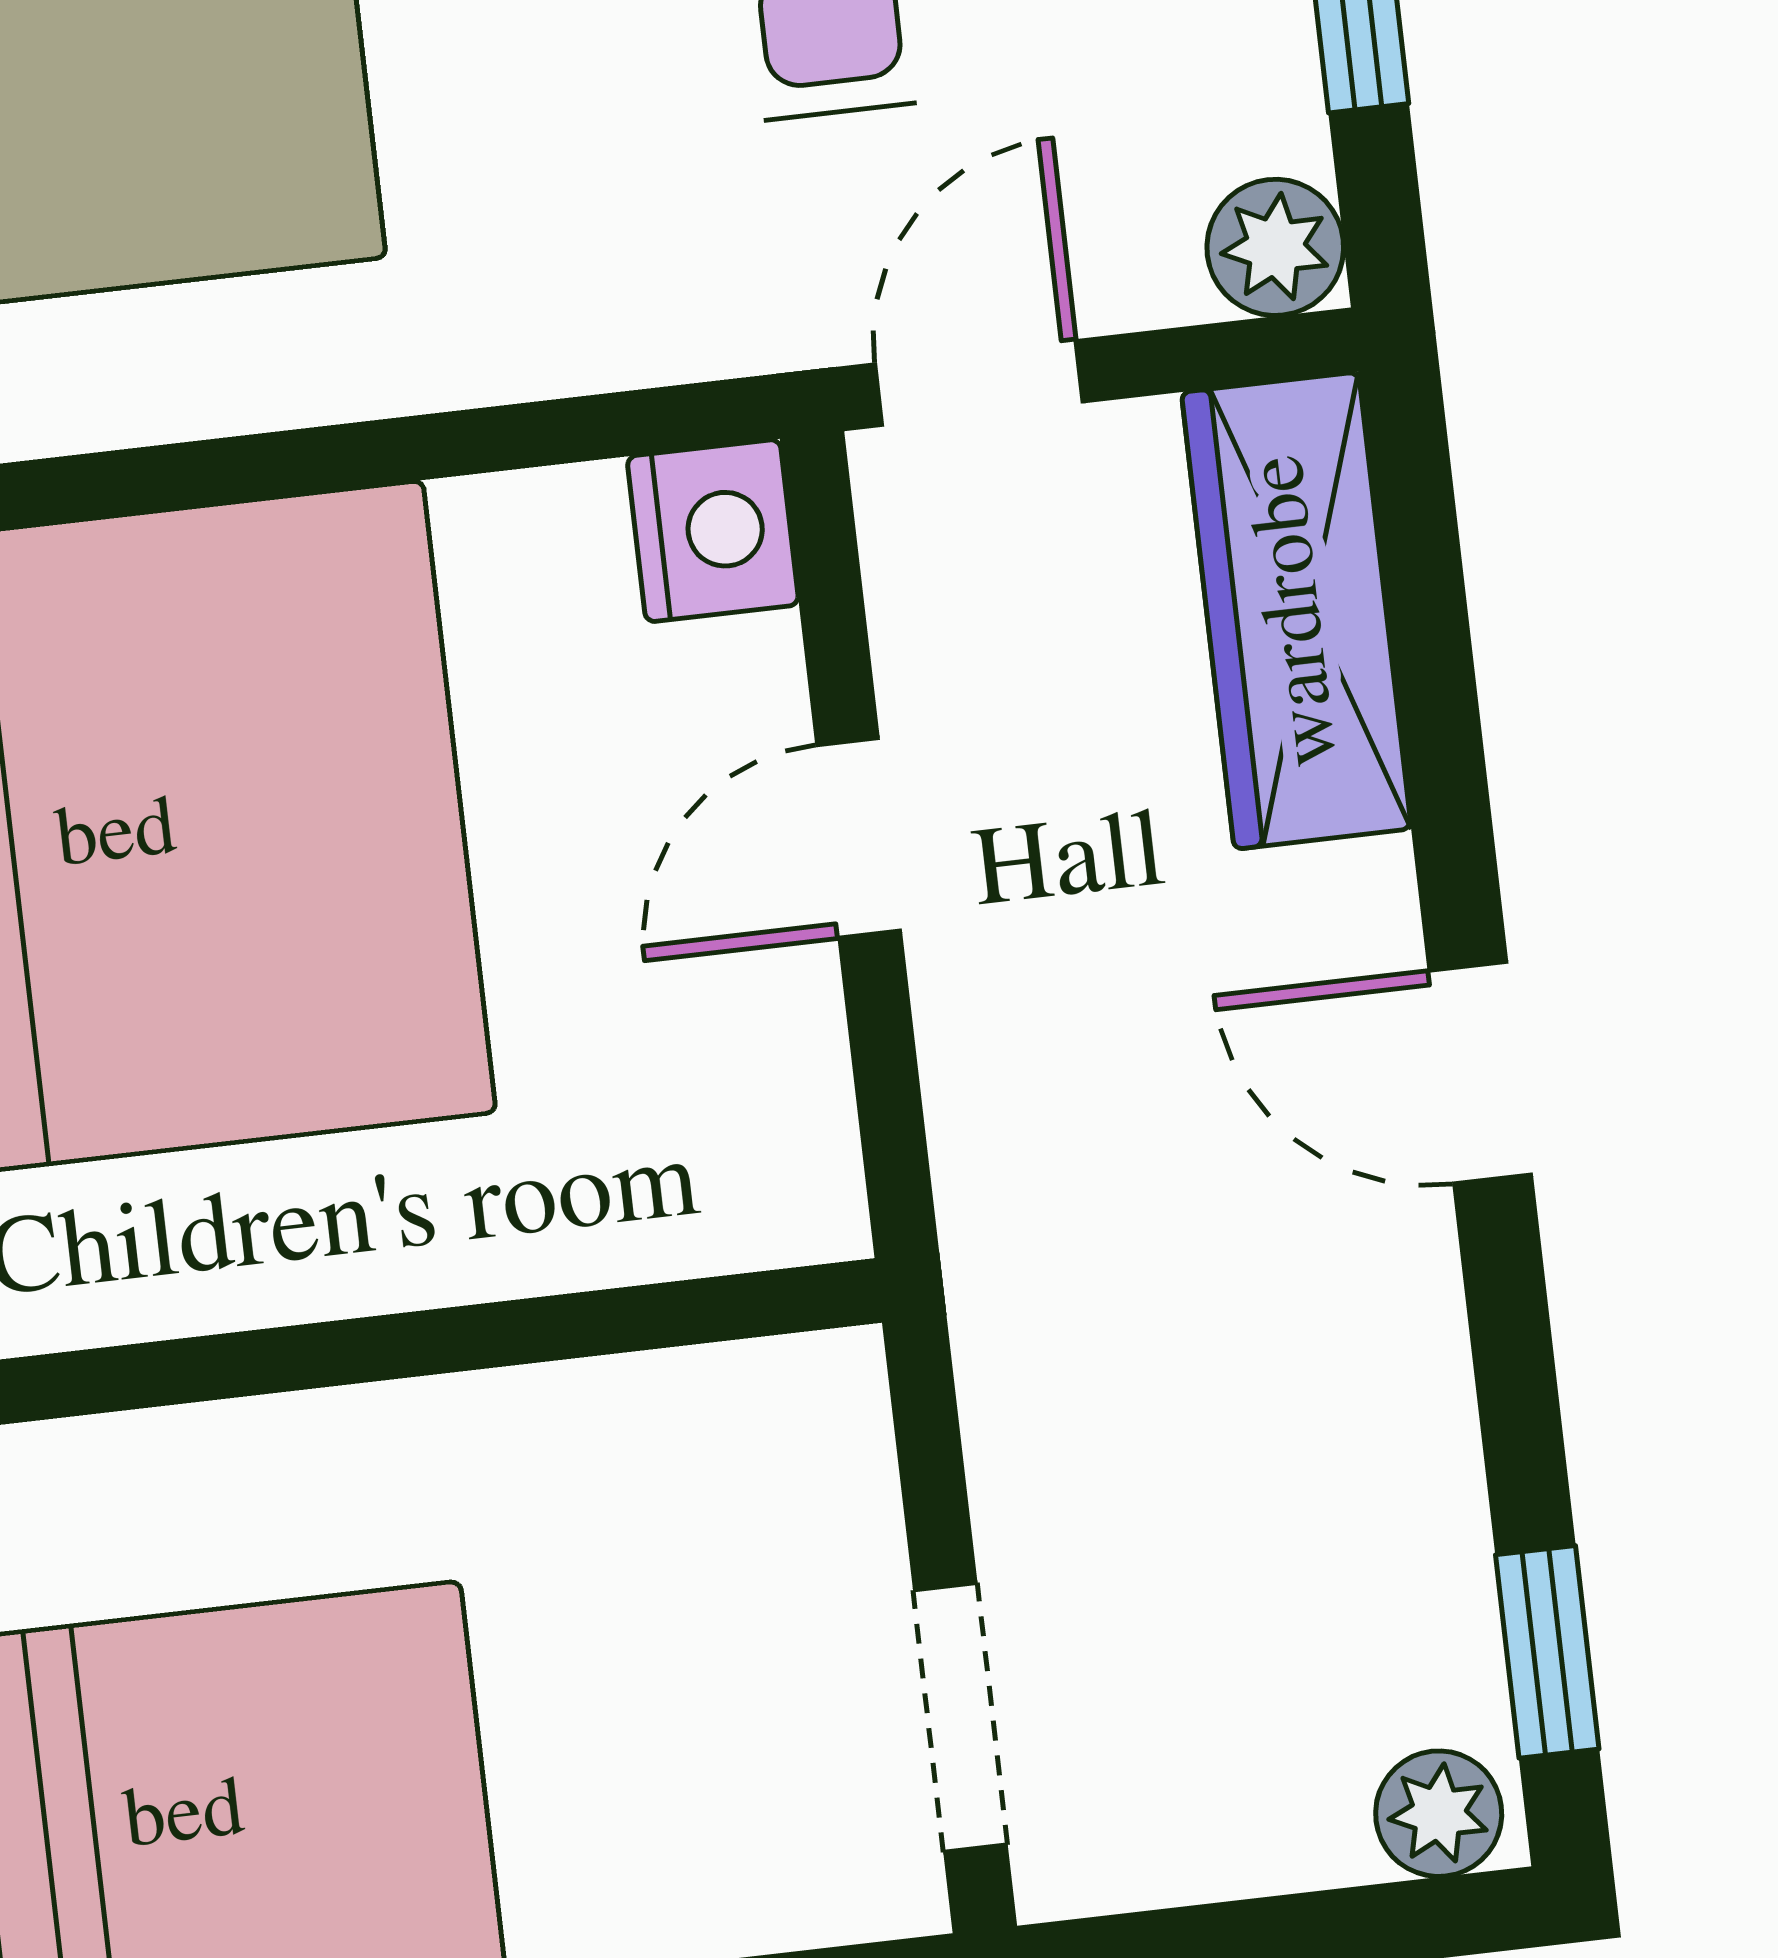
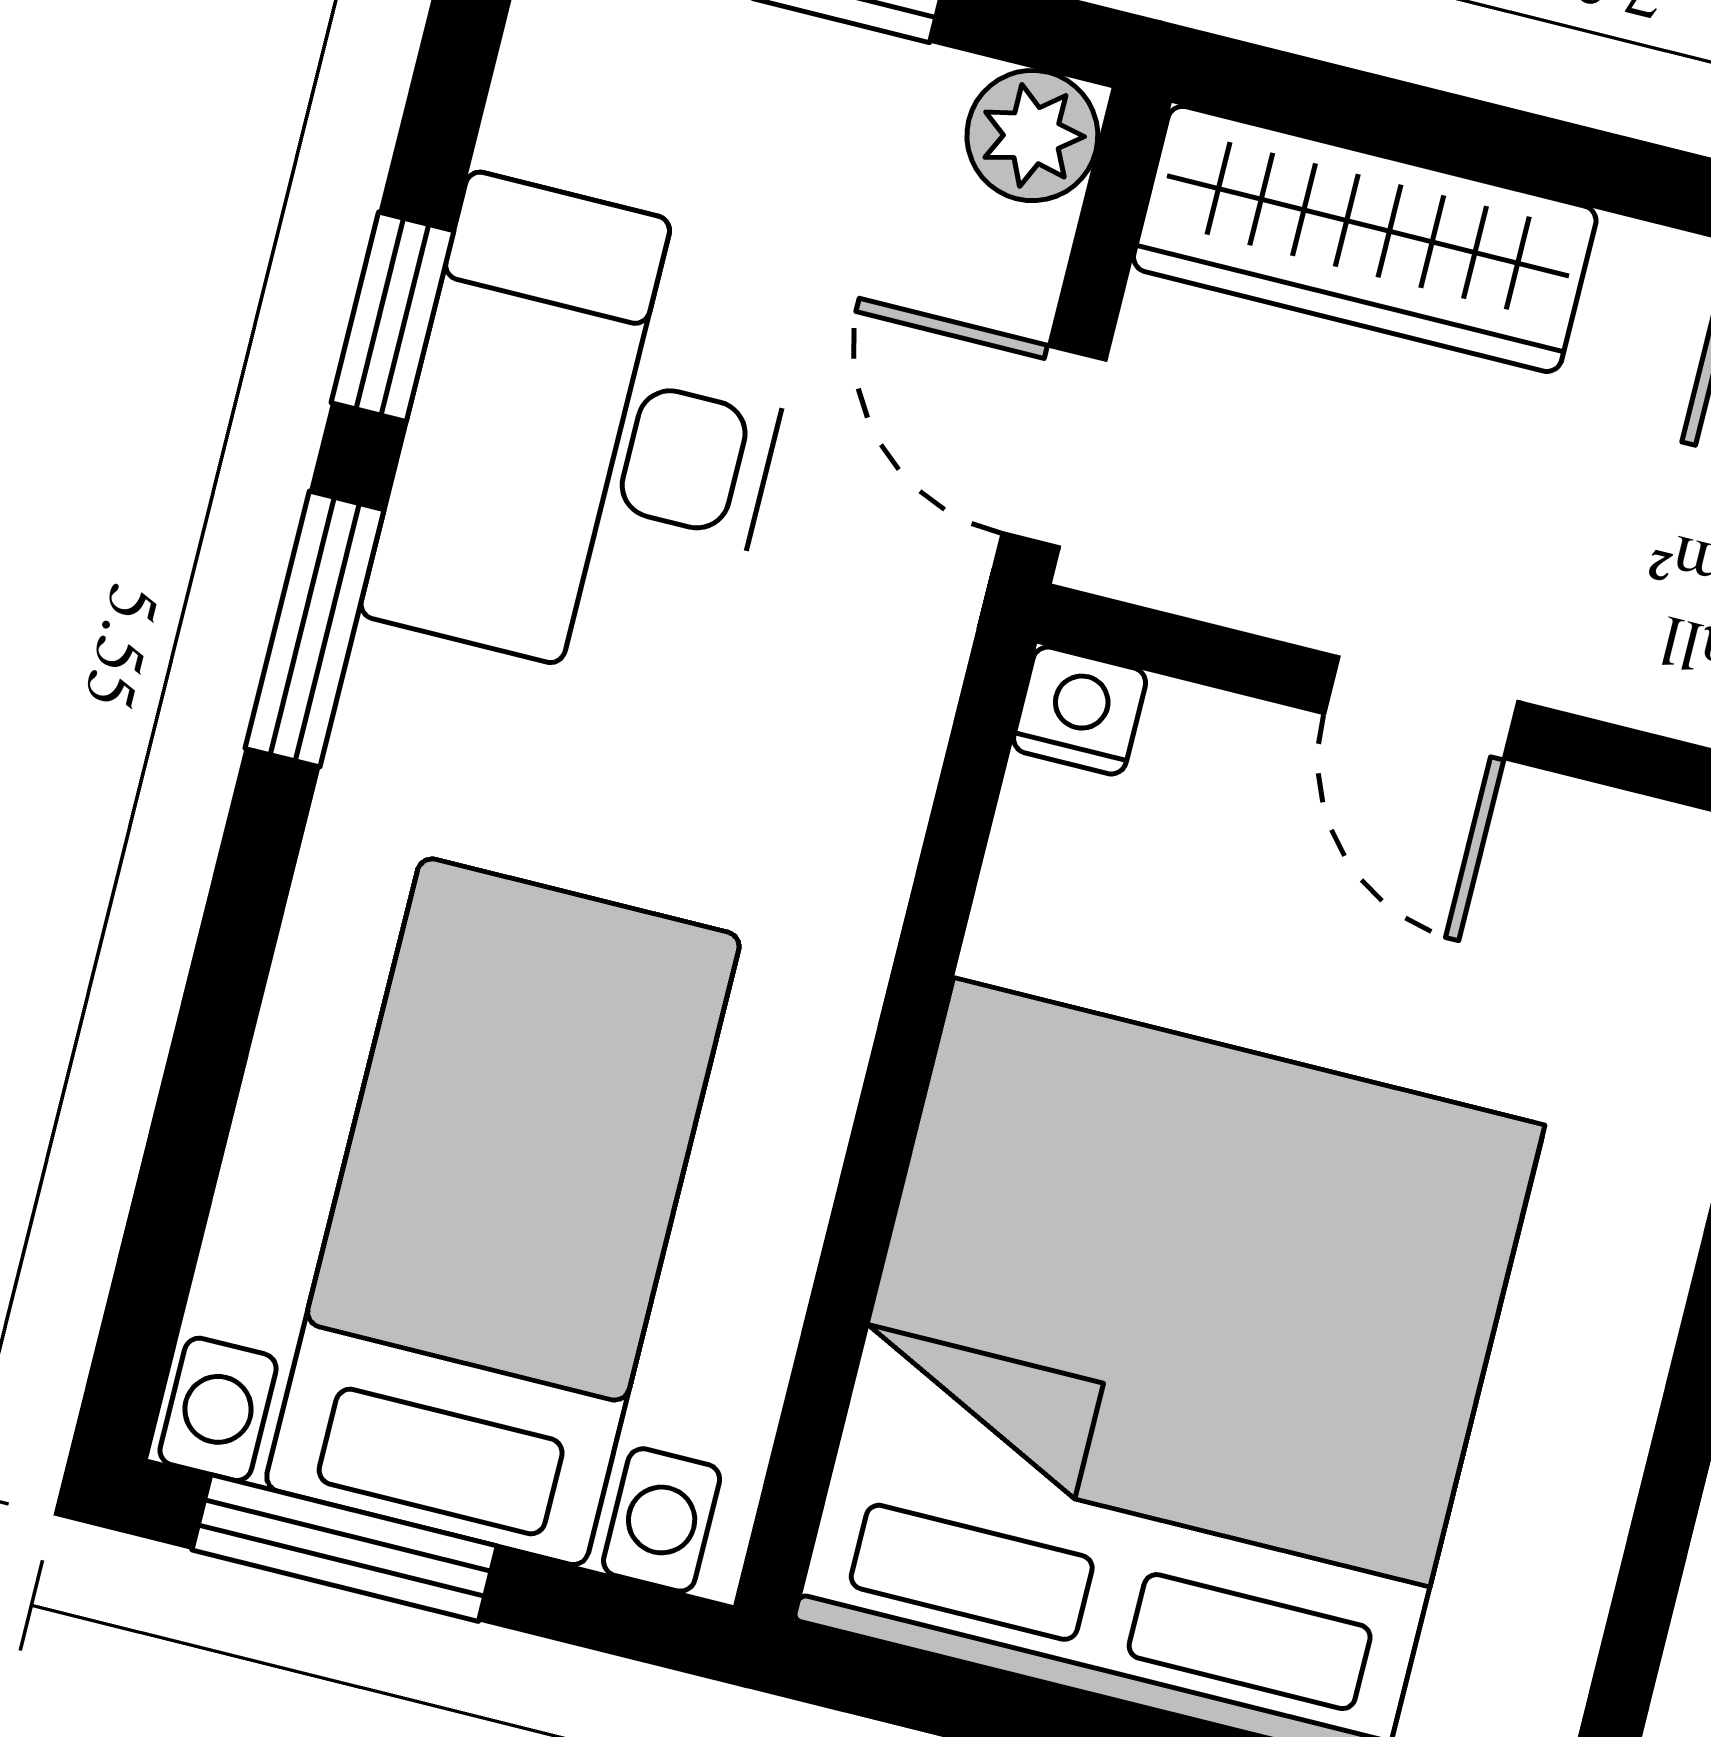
nightstand: (713, 531) -> (1080, 711), width x0.72, depth x0.74

